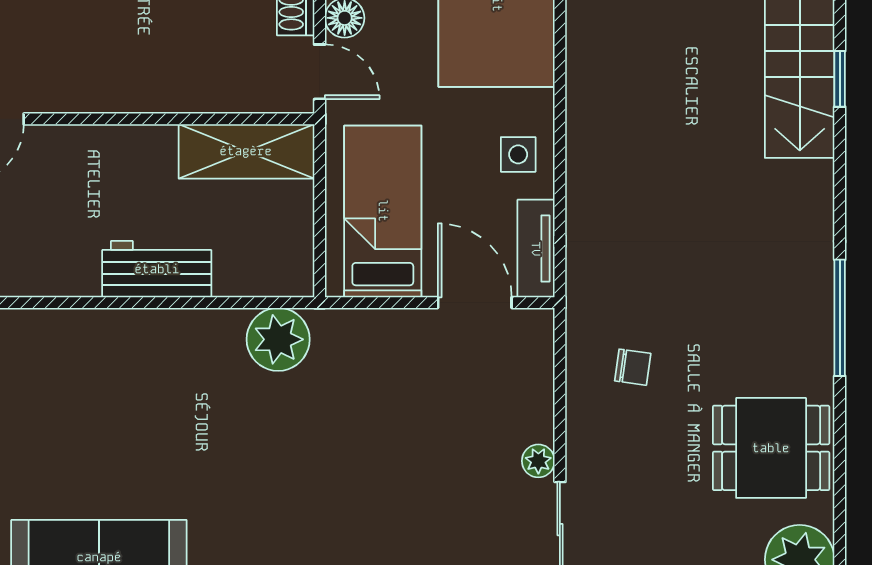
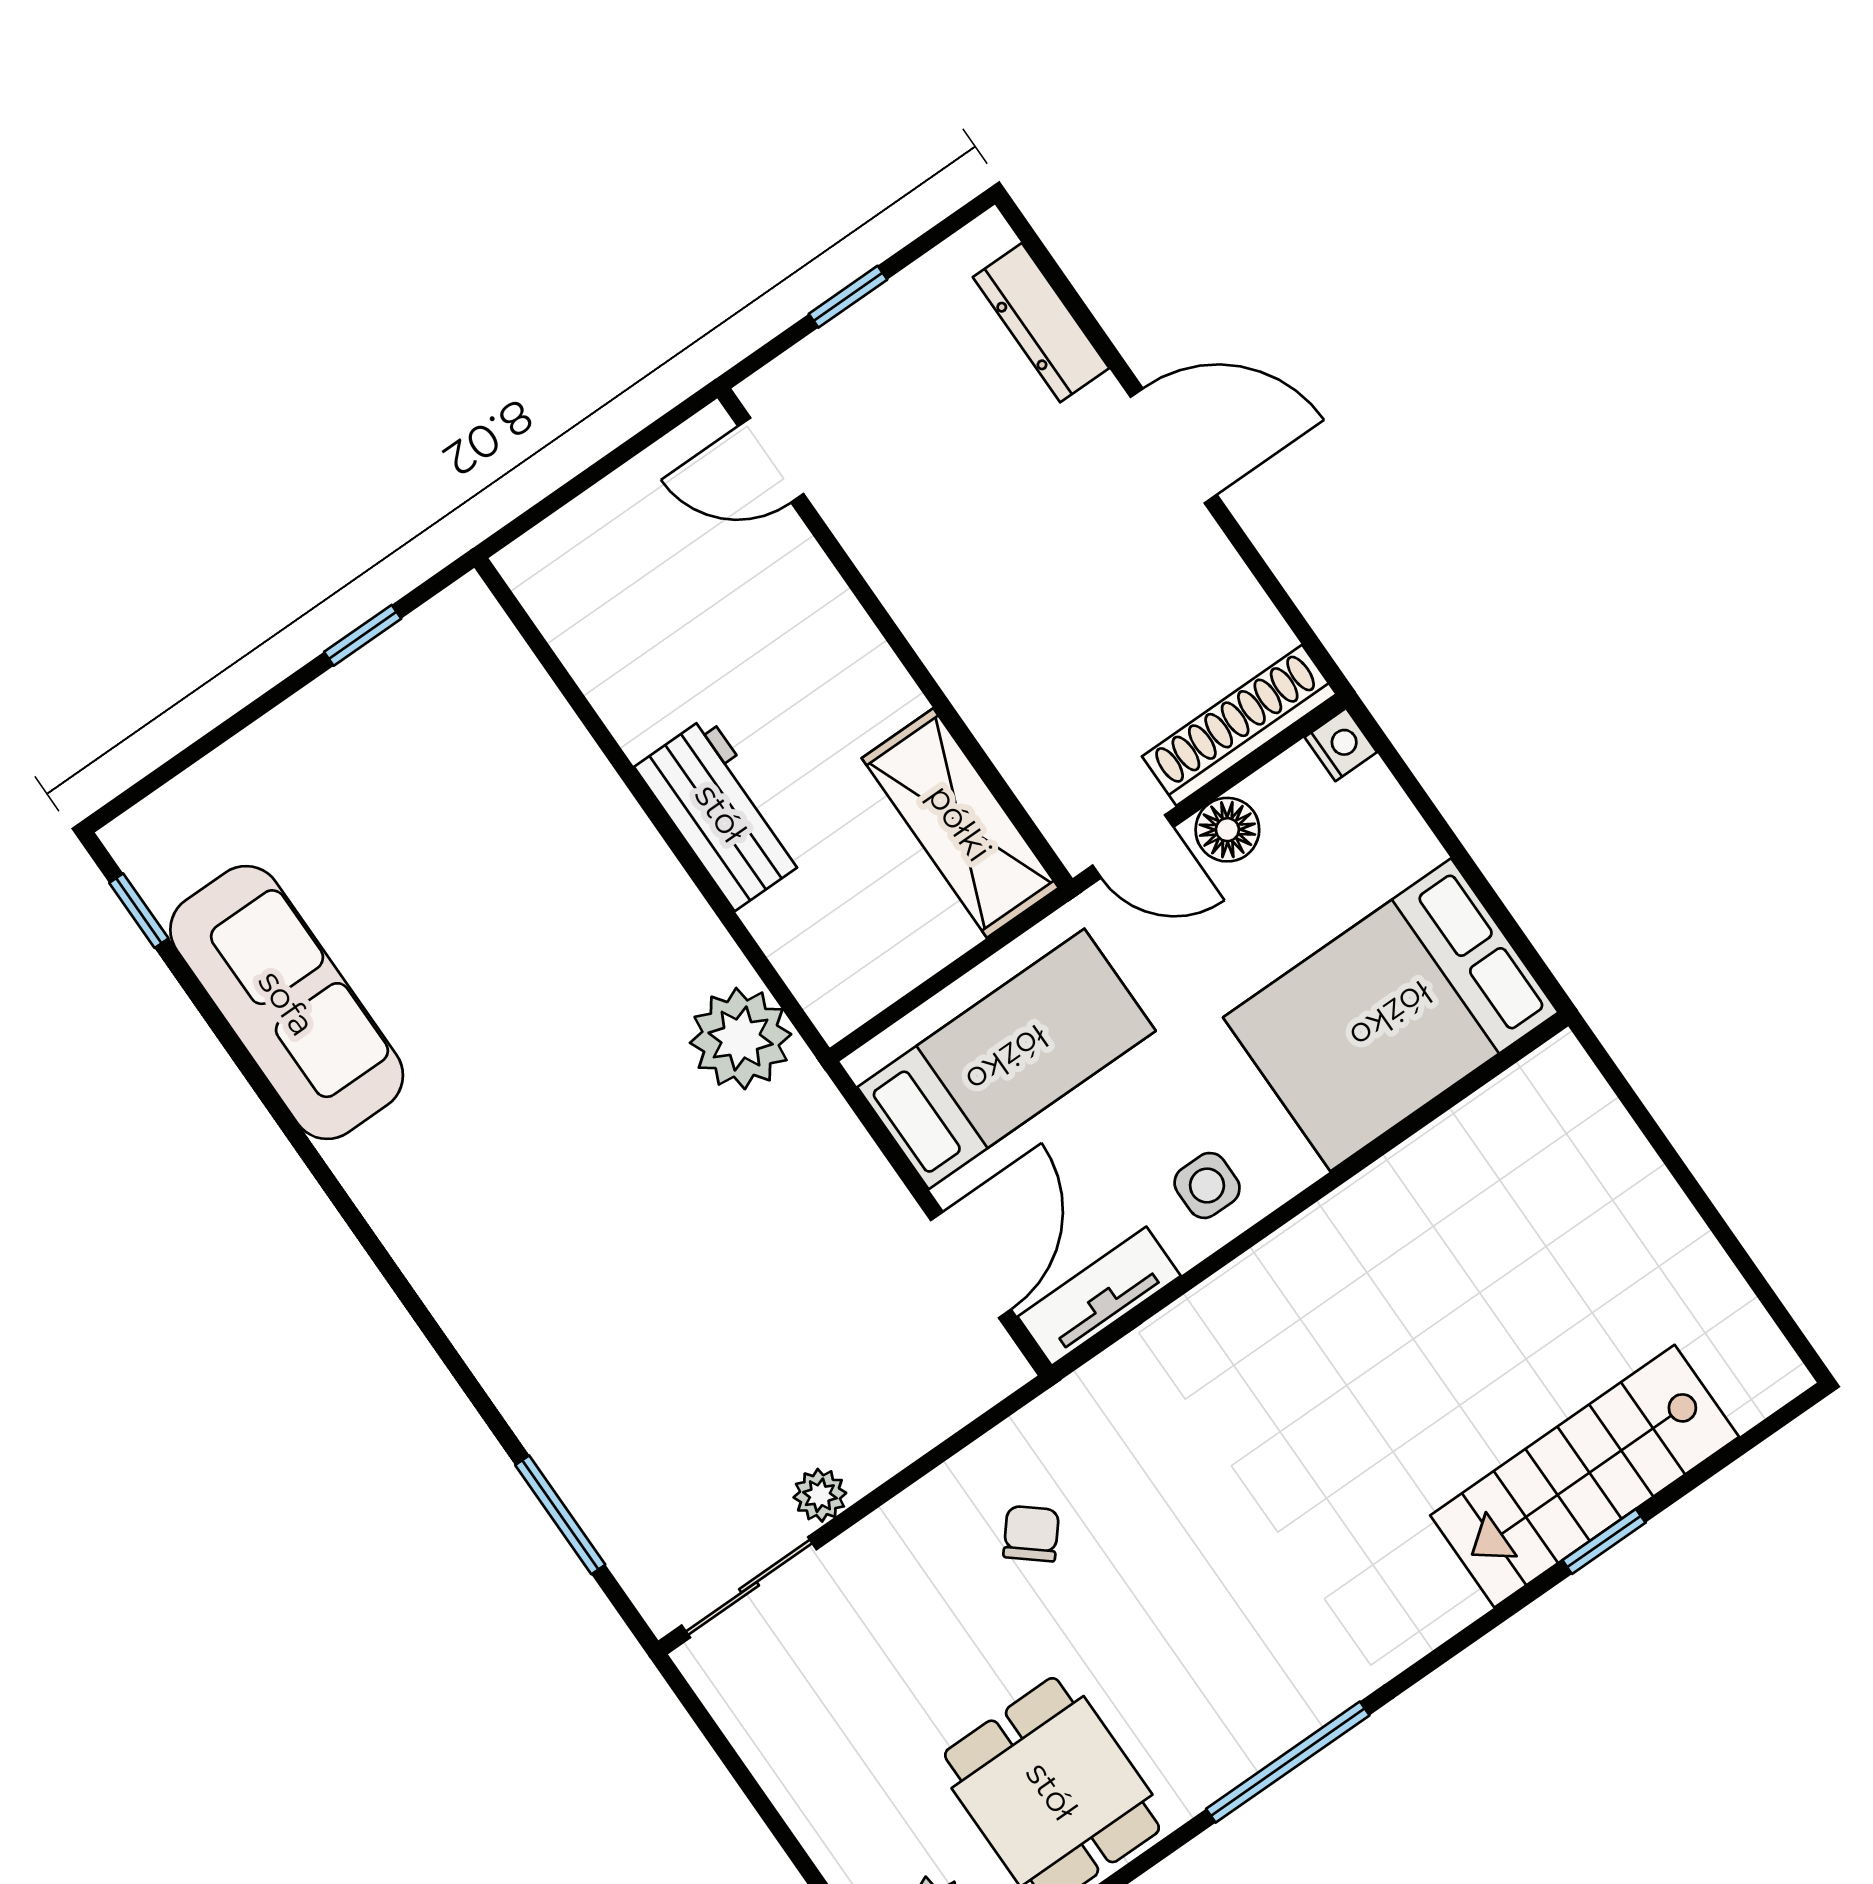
door: (320, 72) -> (1133, 846), hinge flipped
chair: (633, 367) -> (1031, 1534), turned -148

